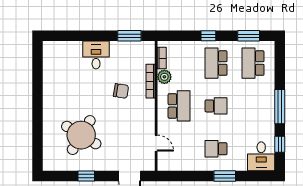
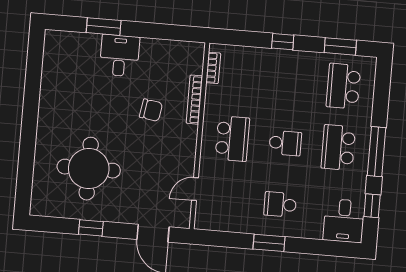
window: (129, 36) -> (104, 27), moved
school desk: (216, 63) -> (338, 147), moved
plant: (164, 77) -> (215, 95), removed
round table: (81, 135) -> (89, 169), turned -31
door: (156, 143) -> (195, 189), swing flipped
window: (225, 176) -> (269, 243), moved

